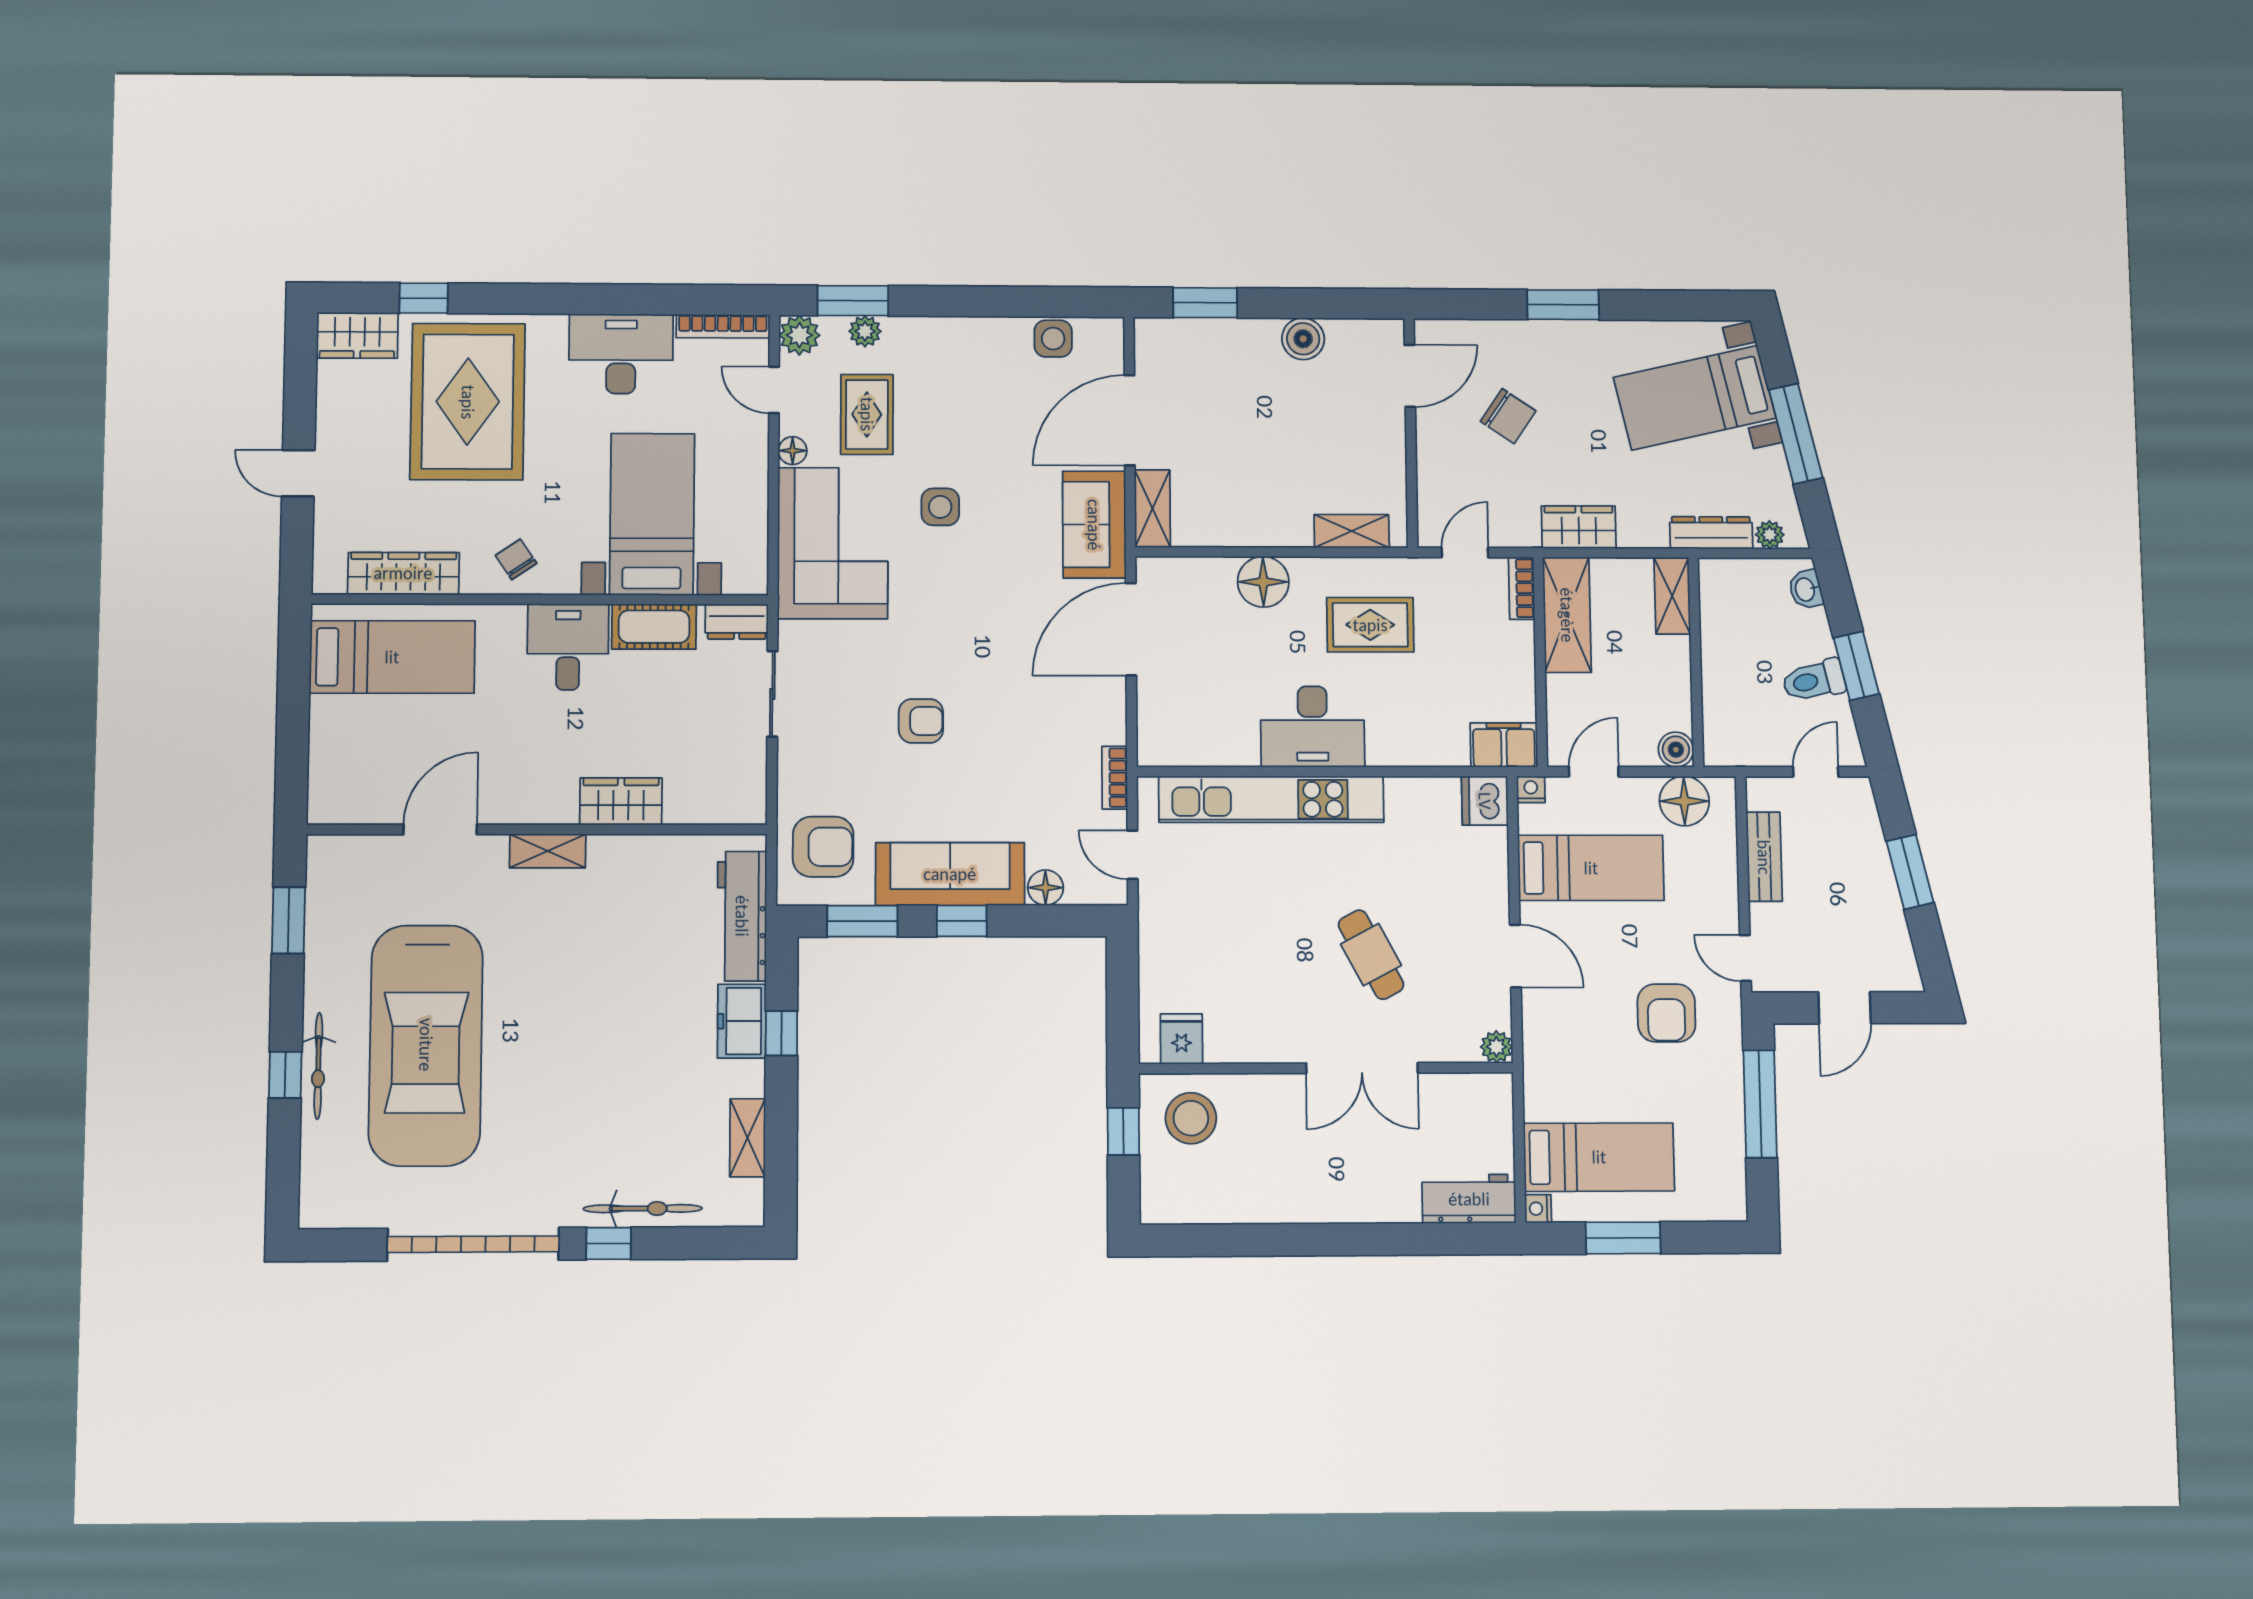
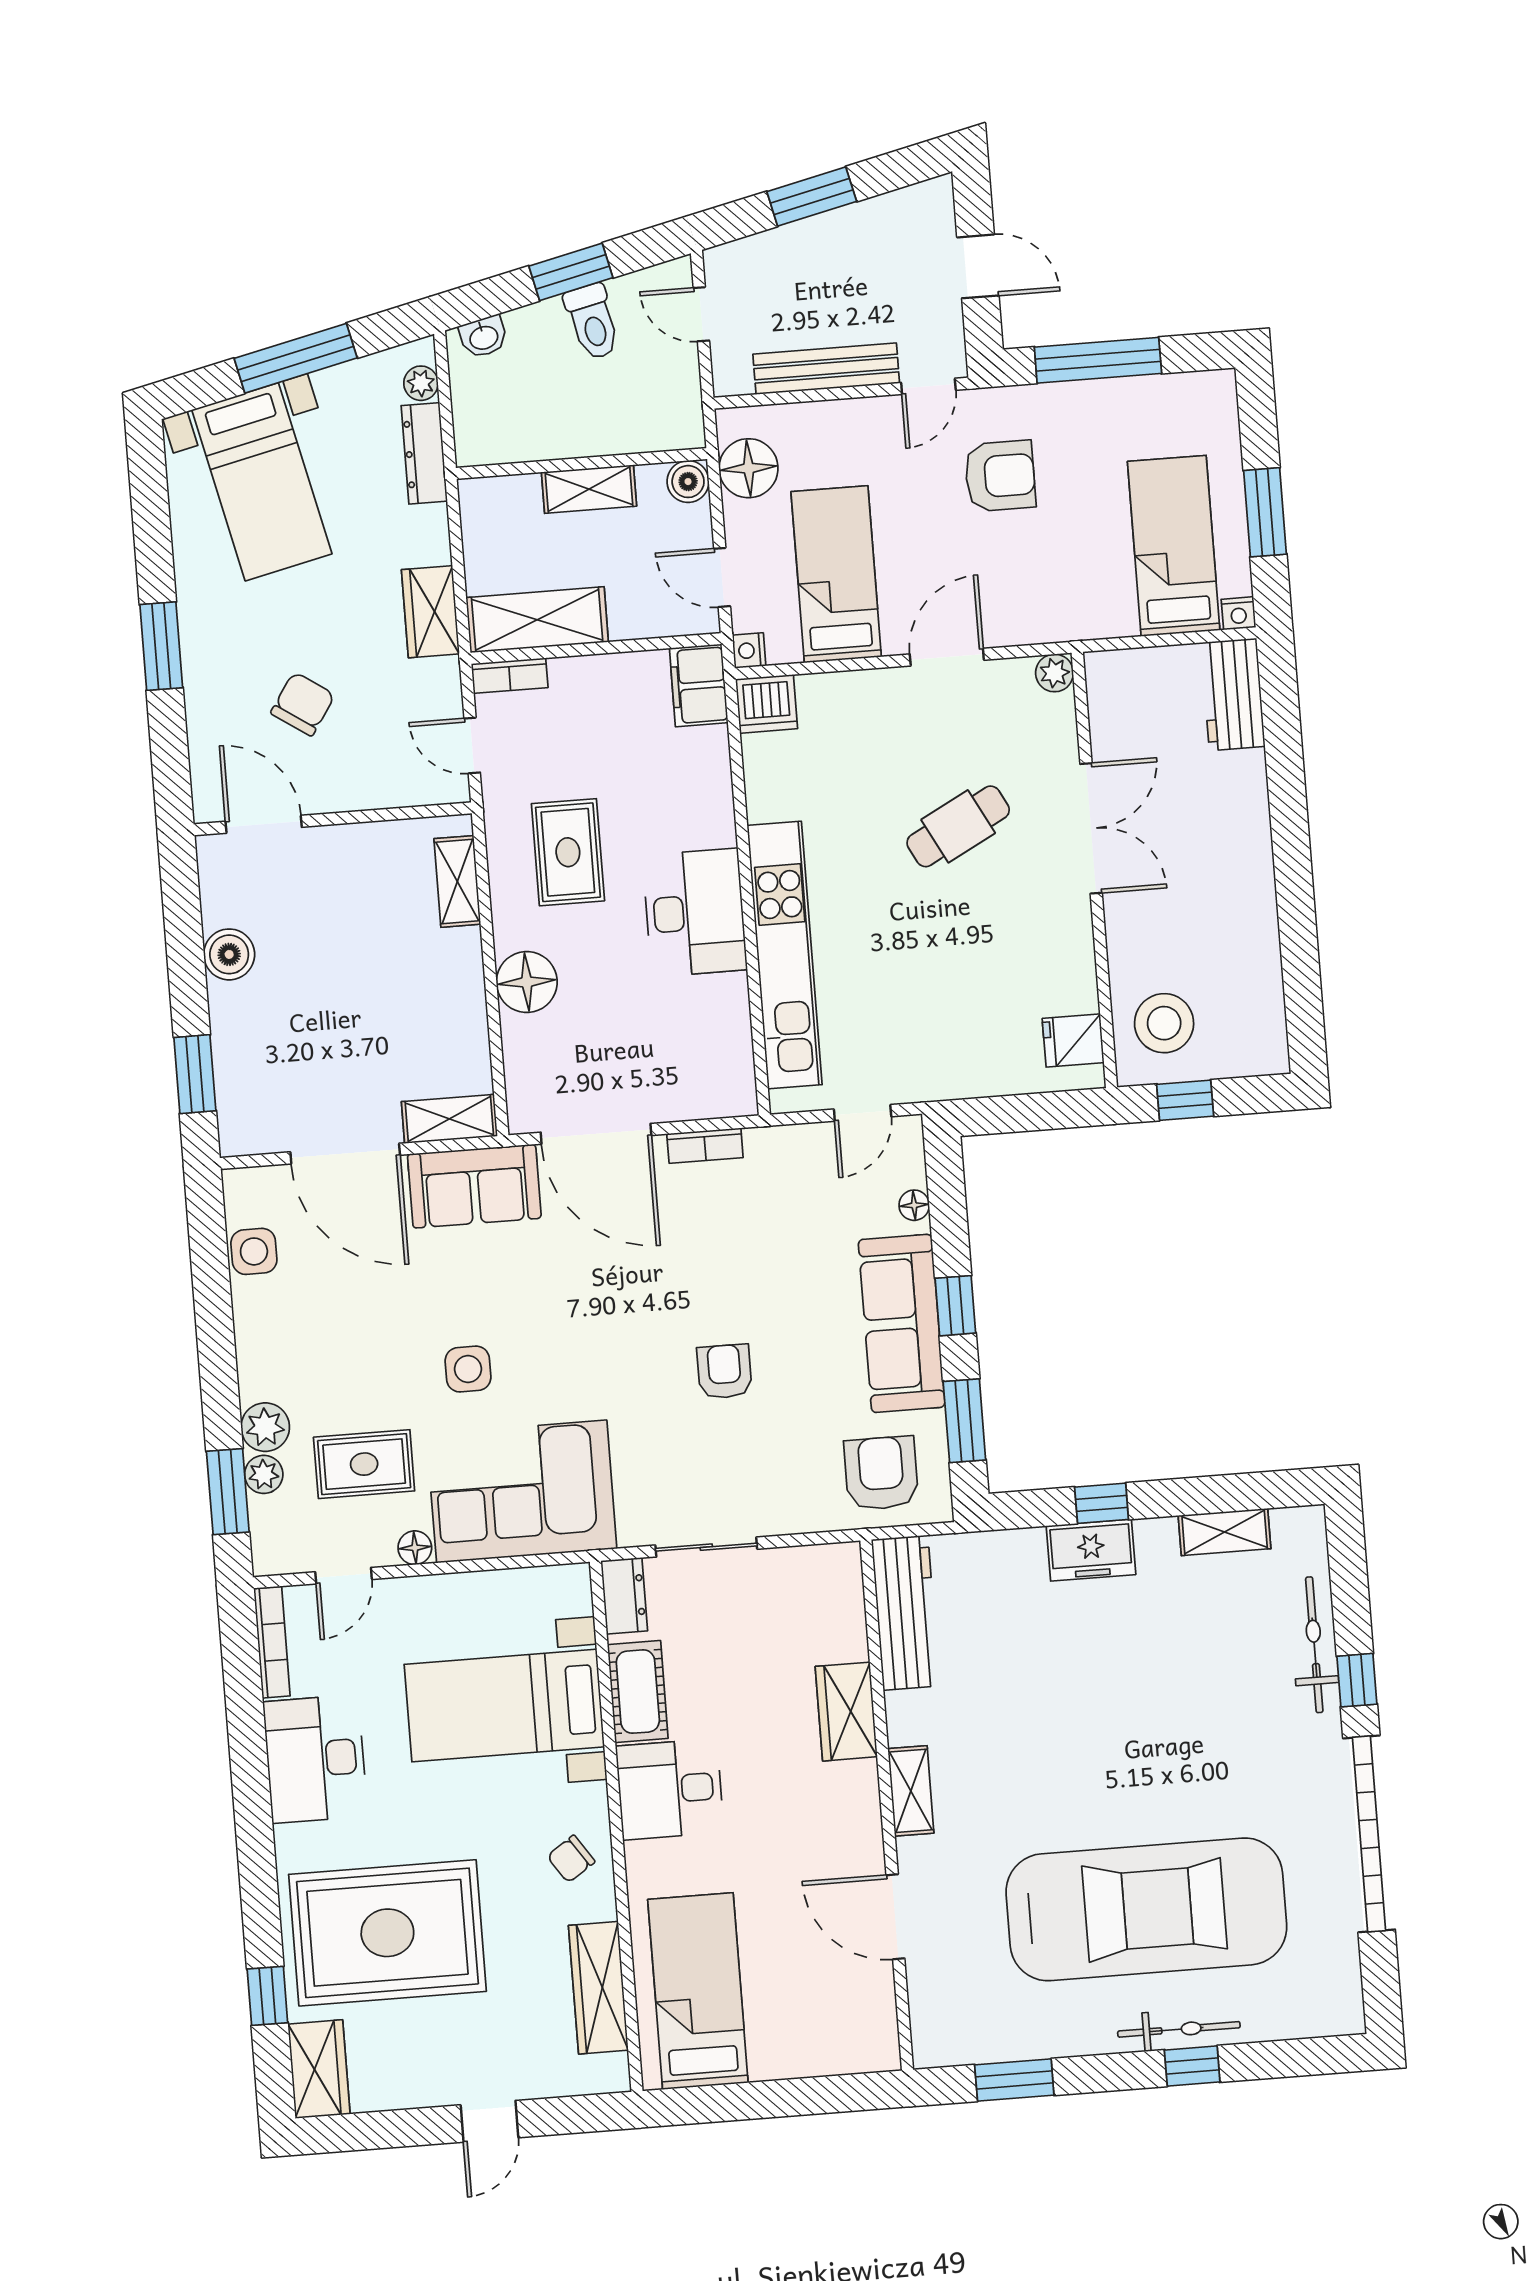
plant: (799, 335) -> (265, 1427), moved
shelving: (1672, 596) -> (589, 489), moved
bookcase: (1115, 778) -> (705, 1146), moved
bench: (1764, 857) -> (826, 369), width x1.36
floor lamp: (1046, 888) -> (914, 1205), width x0.73, depth x0.73
workbench: (742, 916) -> (906, 1613), moved, turned -90

